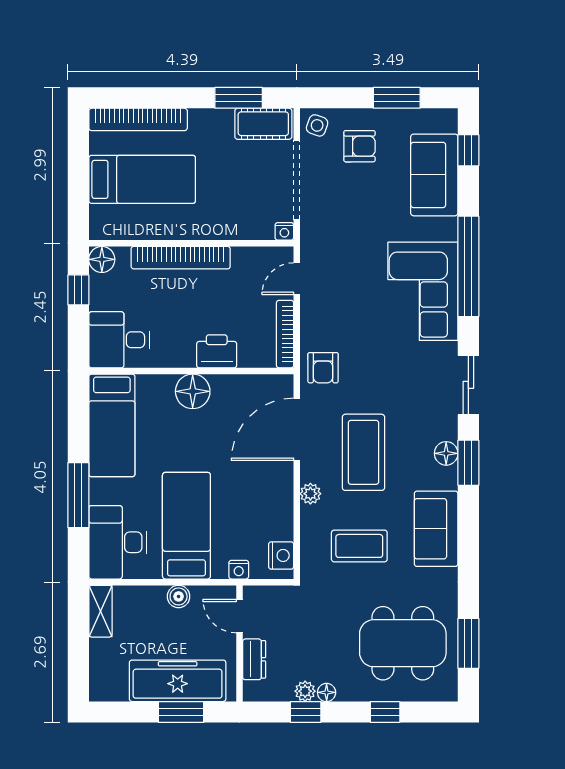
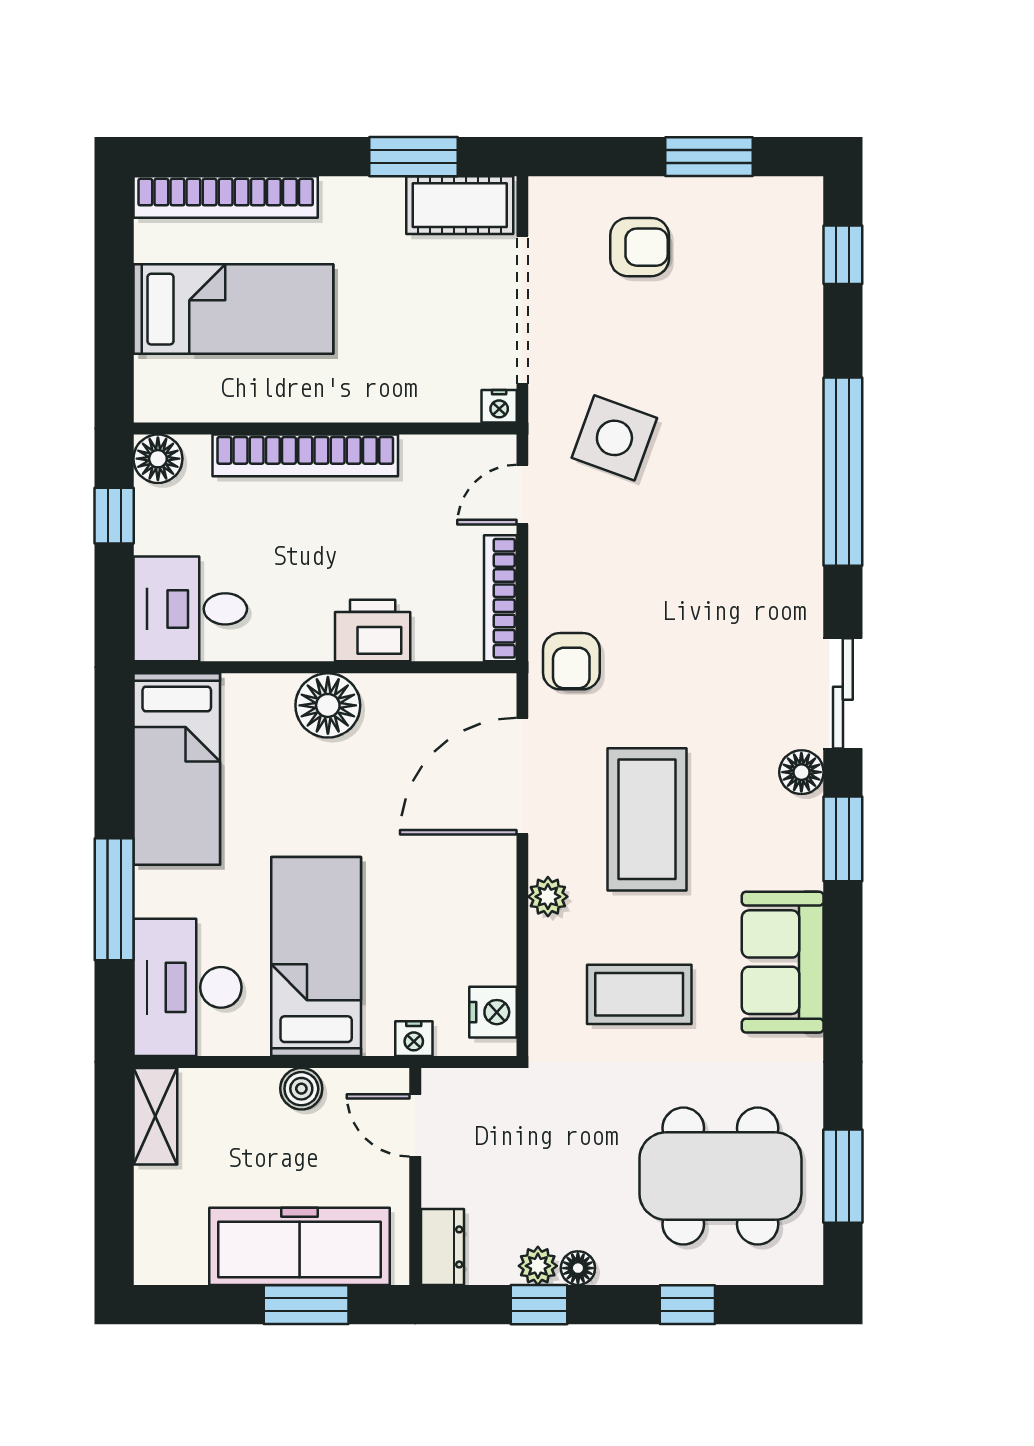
side table: (317, 125) -> (614, 438), moved, width x1.87, depth x1.87
sofa: (434, 175) -> (779, 301), removed
corner sofa: (423, 291) -> (758, 518), removed
floor lamp: (446, 453) -> (801, 772), moved
dresser: (254, 659) -> (442, 1247), moved

